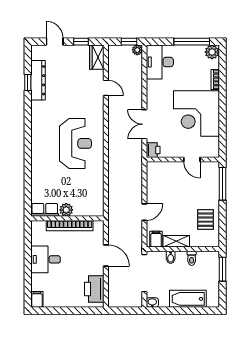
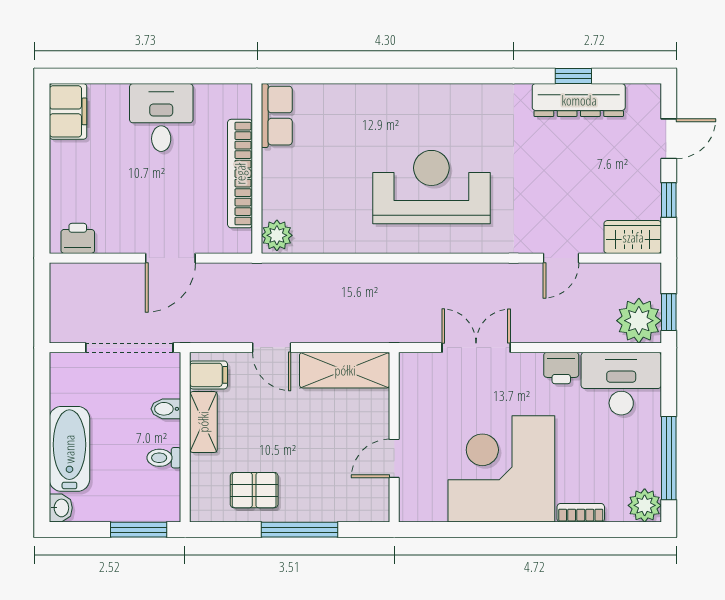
plant: (137, 50) -> (639, 321), width x1.88, depth x1.88
reception desk: (75, 143) -> (431, 187), turned 180
printer: (153, 150) -> (561, 368), moved
shelving: (154, 181) -> (345, 370), added
window: (222, 184) -> (299, 530), moved
plant: (66, 210) -> (277, 235), moved
printer: (94, 289) -> (78, 238), width x0.53, depth x0.68
filing cabinet: (37, 299) -> (68, 111), width x2.00
washbasin: (152, 303) -> (61, 508), moved

